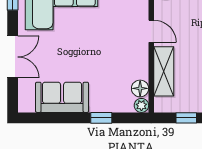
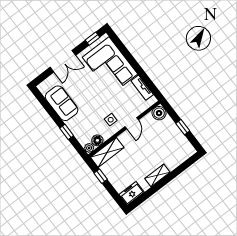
side table: (127, 53) -> (111, 120), added
shelving: (164, 71) -> (107, 152), moved

